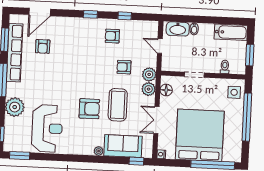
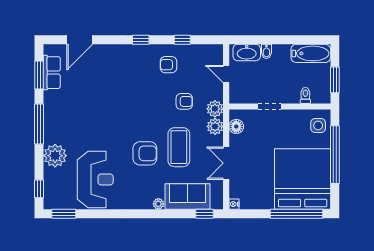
armchair: (43, 46) -> (85, 81), removed
row of seats: (15, 53) -> (52, 73), width x0.50
armchair: (124, 67) -> (184, 101), turned 180
bed: (200, 135) -> (303, 179), moved

